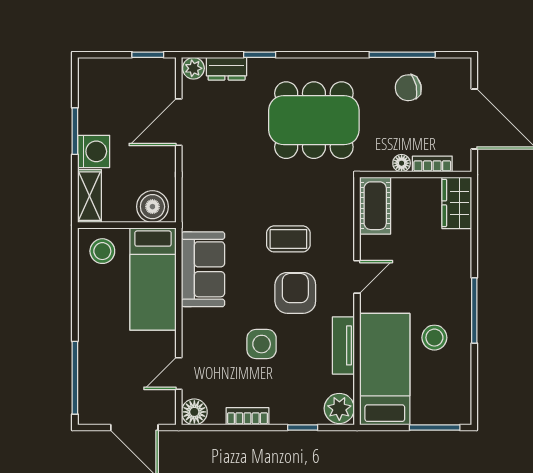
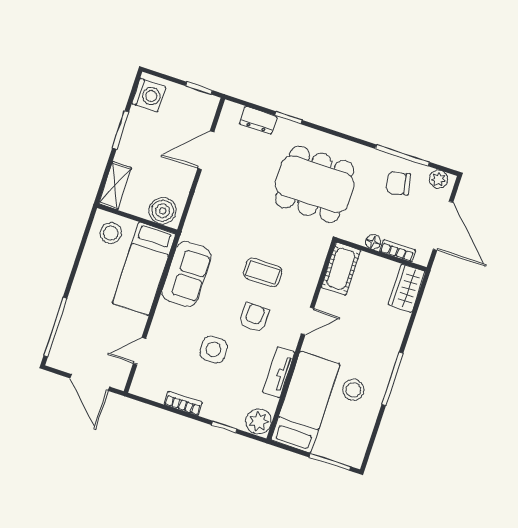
plant: (193, 68) -> (439, 179), moved
washing machine: (94, 151) -> (149, 95), moved
armchair: (295, 293) -> (254, 317), width x0.72, depth x0.72
floor lamp: (194, 412) -> (142, 386), removed

